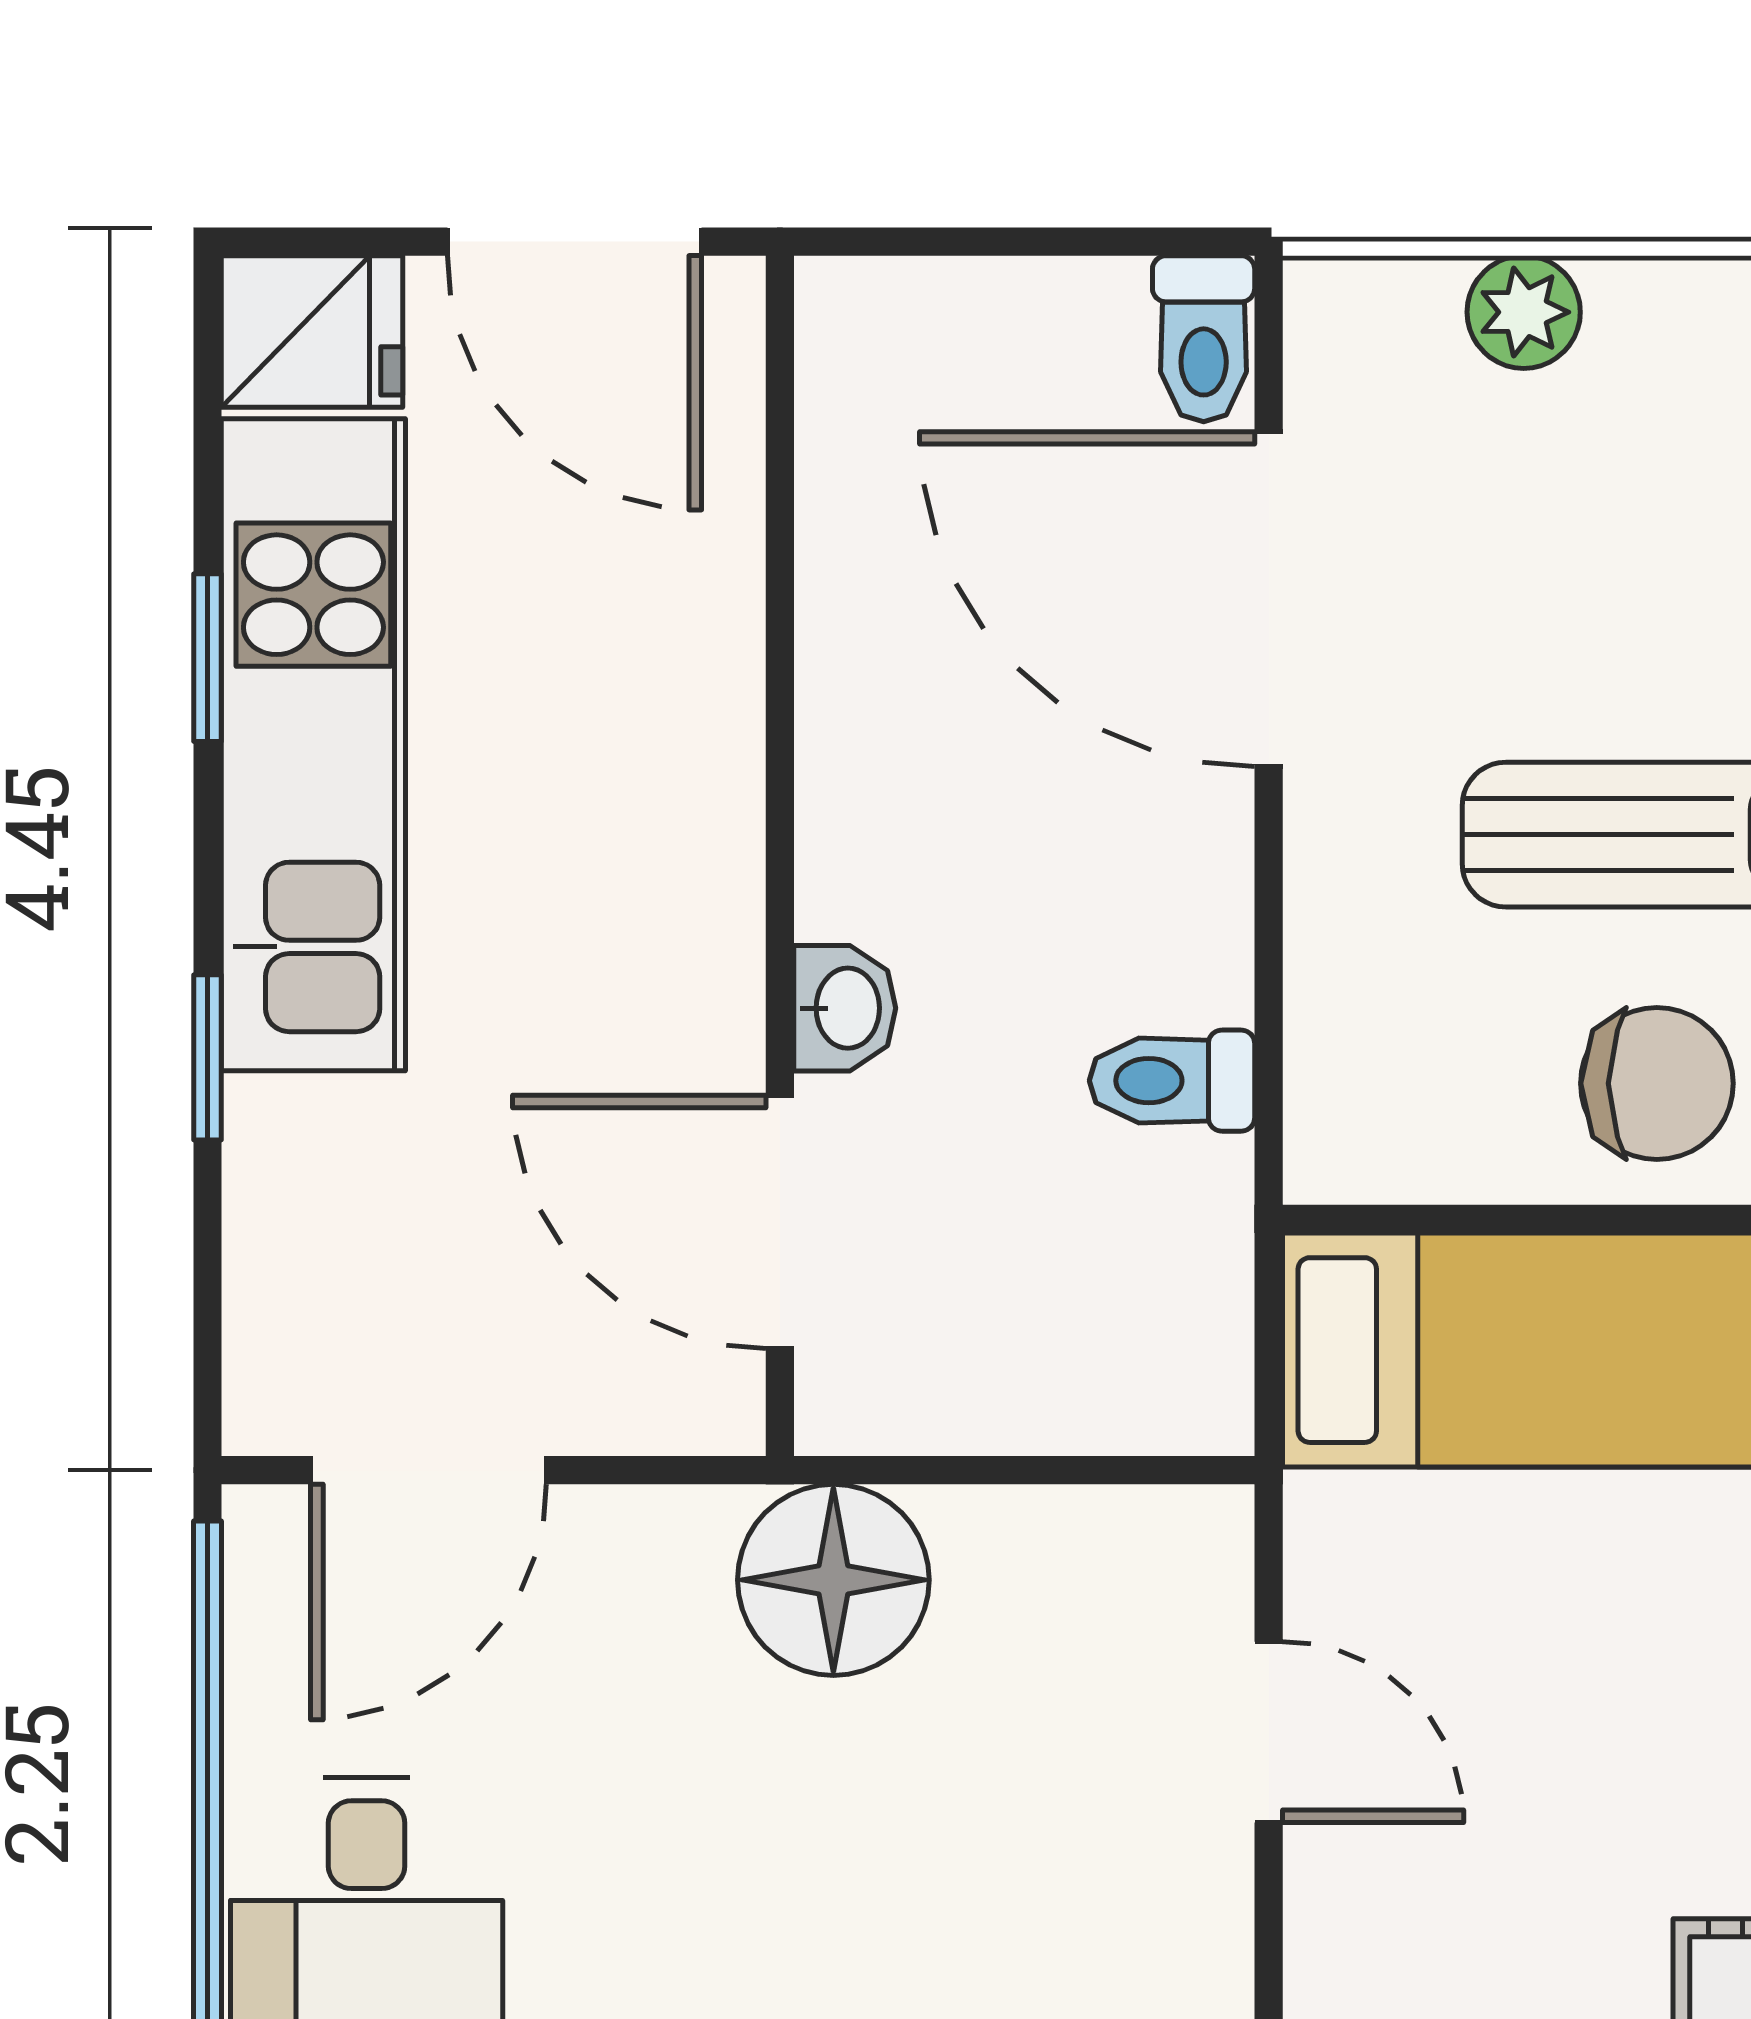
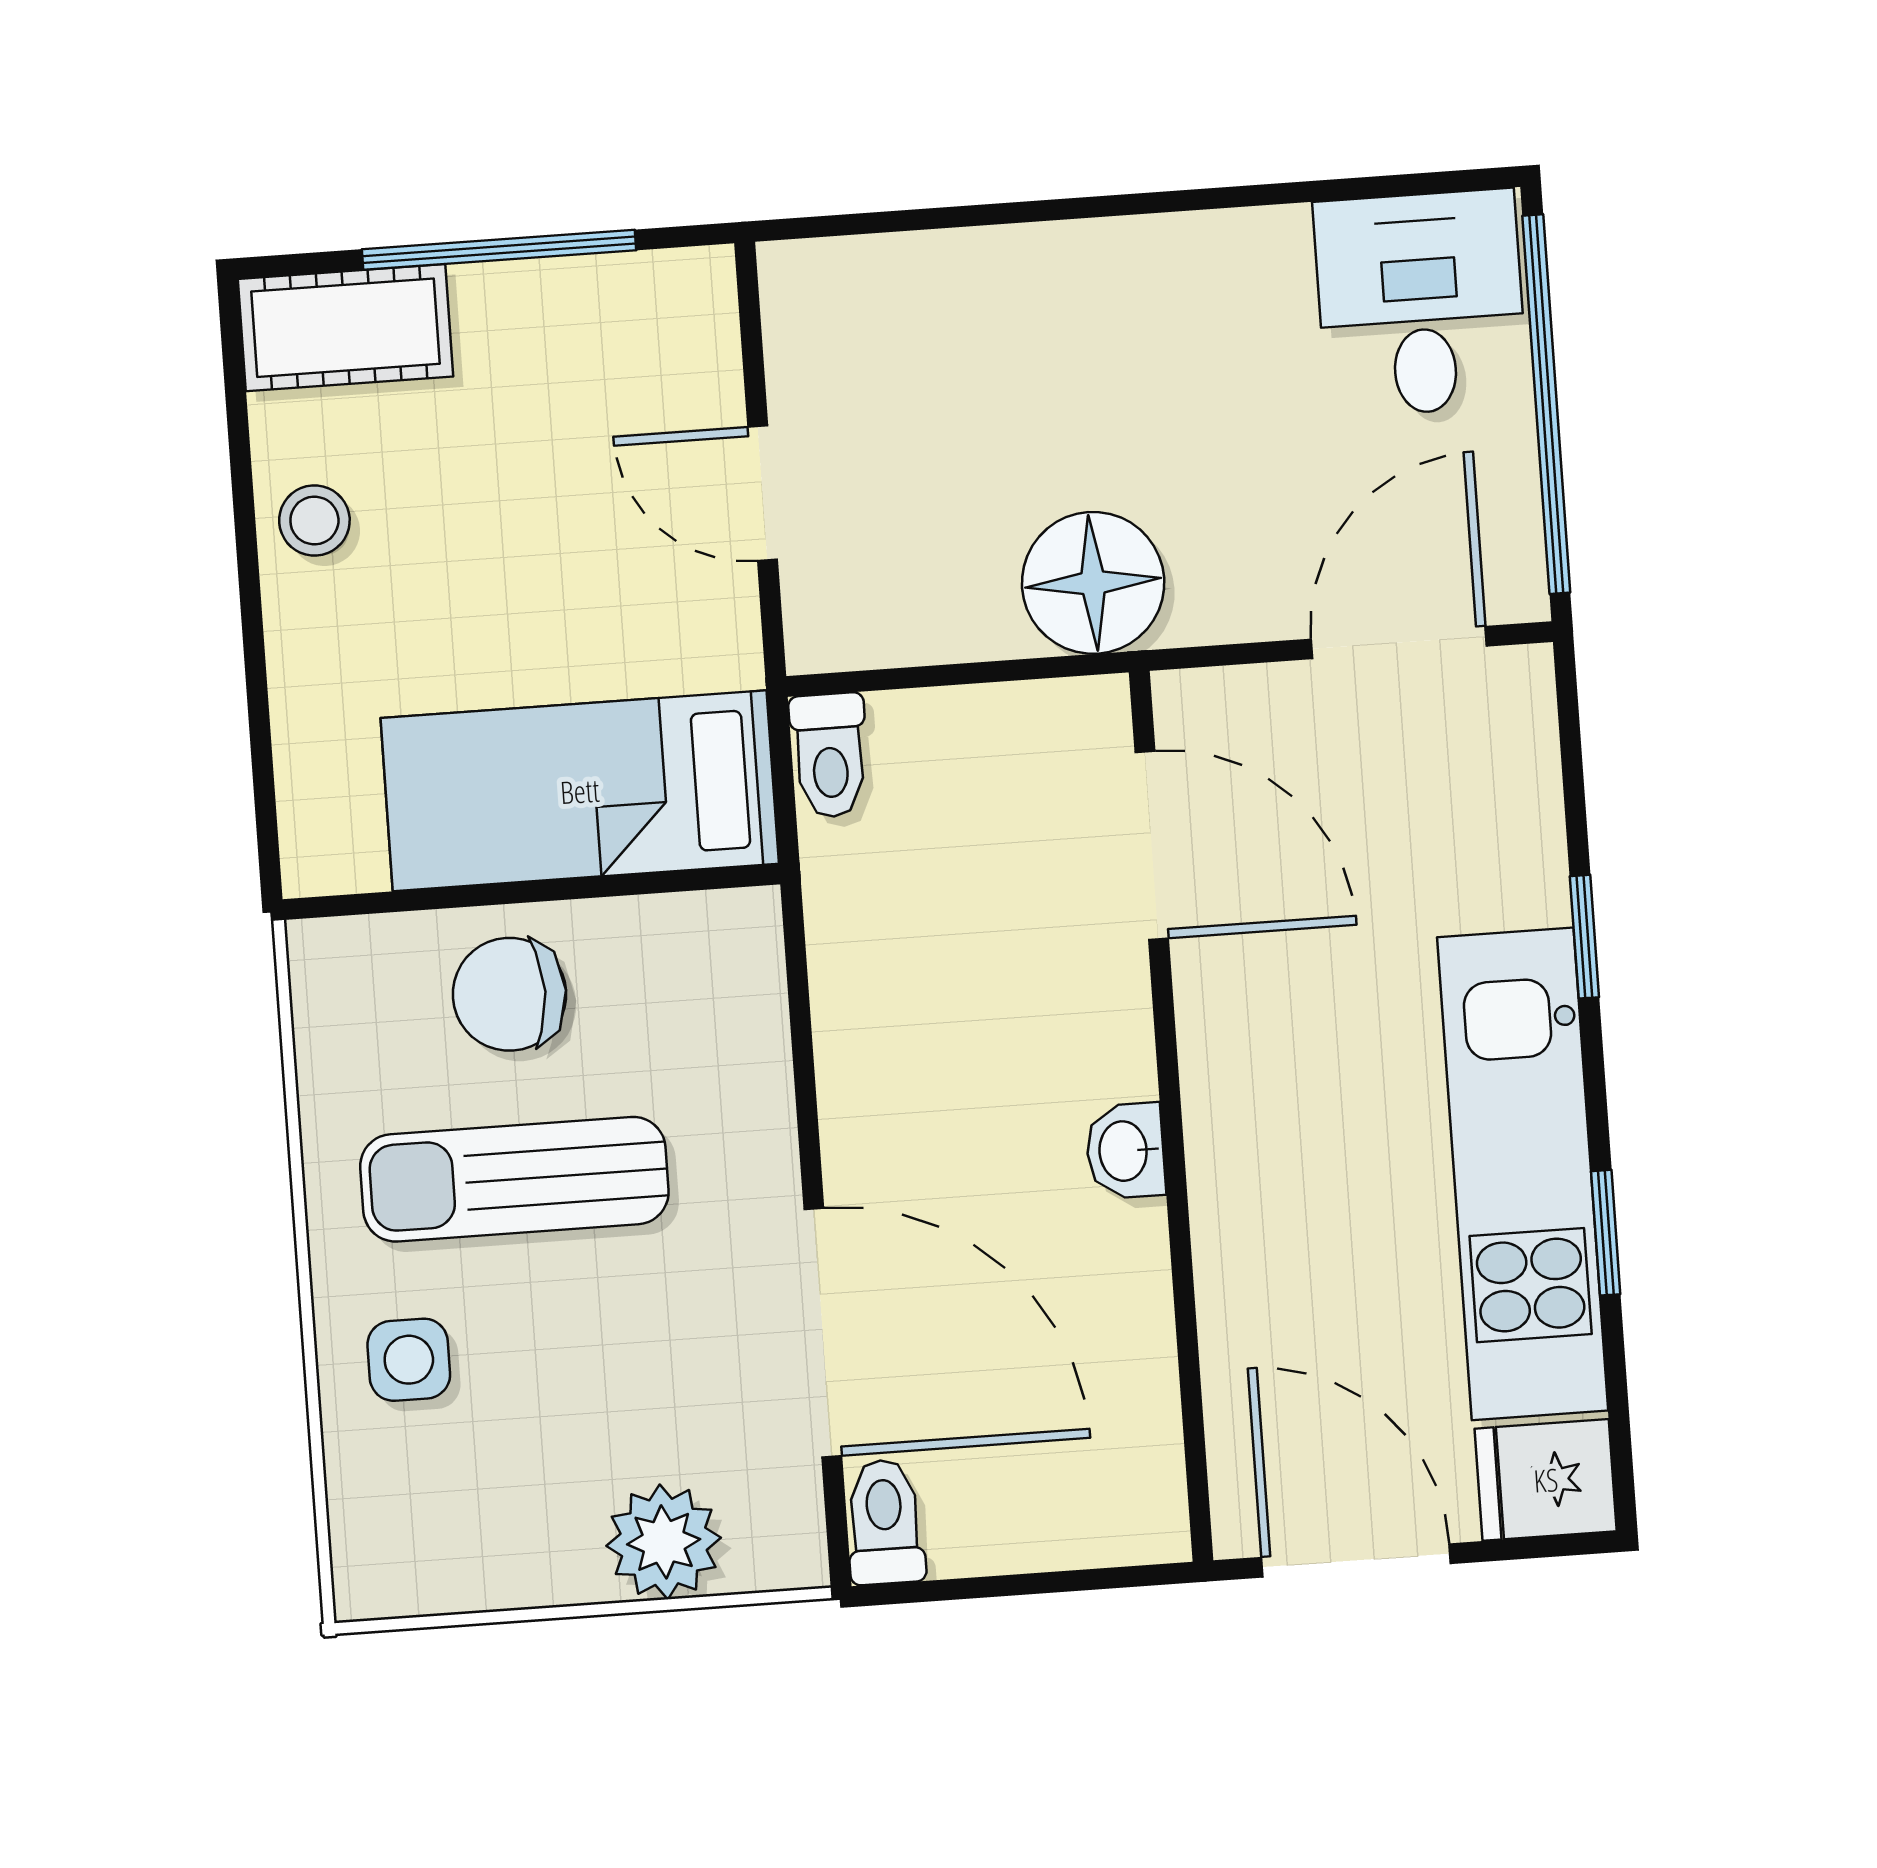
plant: (1524, 312) -> (664, 1542), width x1.38, depth x1.38
washbasin: (845, 1008) -> (1125, 1151), moved
toilet: (1172, 1081) -> (830, 755), moved, turned 90

